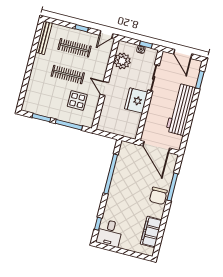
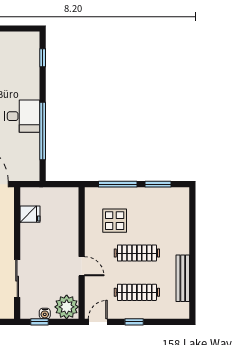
bench: (44, 38) -> (183, 278), moved
plant: (122, 61) -> (67, 307), moved
door: (104, 88) -> (82, 266), moved
fridge: (136, 100) -> (30, 214), moved, width x0.53, depth x0.75
desk: (110, 233) -> (22, 116), moved, turned 90

